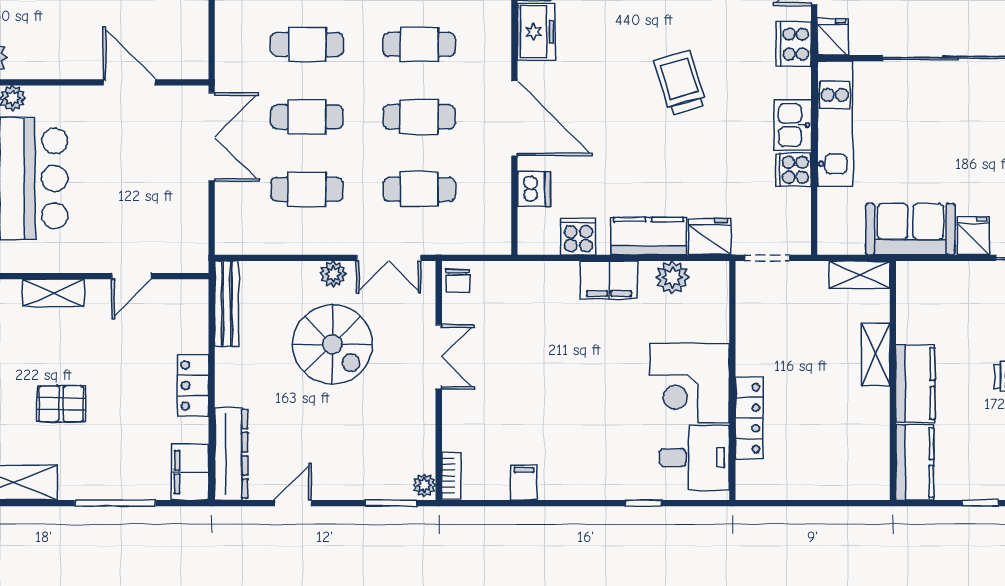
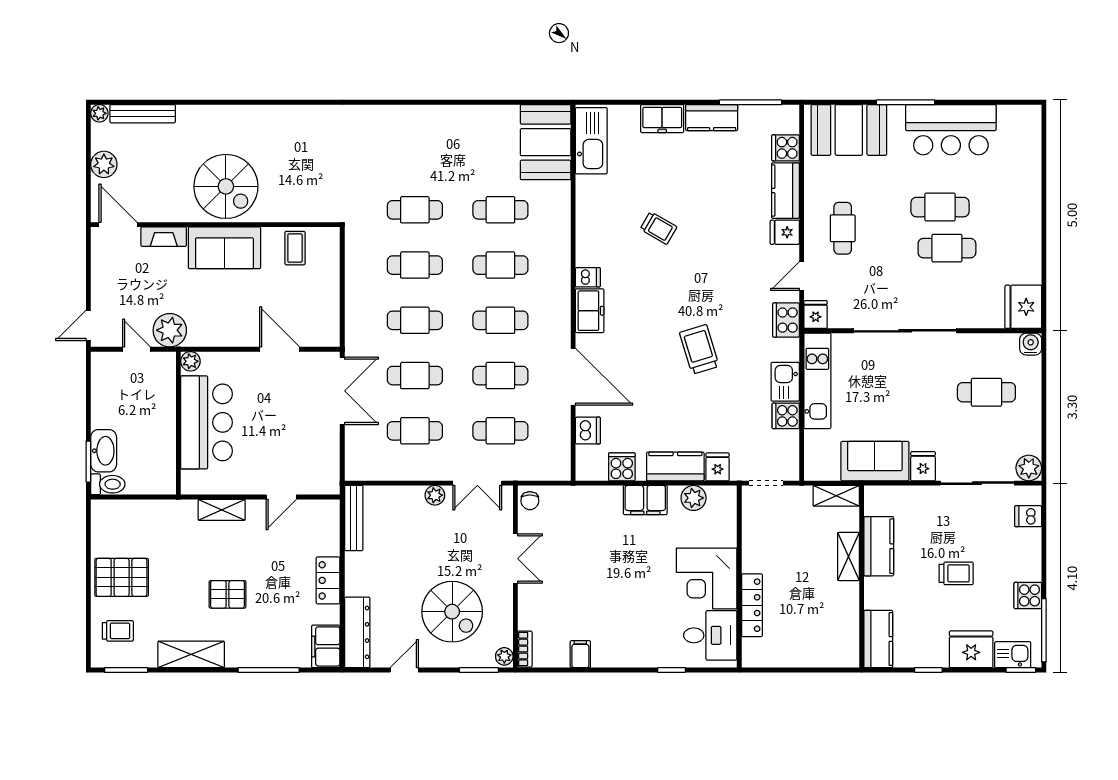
fridge: (710, 237) -> (718, 467), width x0.72
spiral stairs: (333, 344) -> (452, 612), moved
kitchen counter: (915, 383) -> (879, 546), moved

